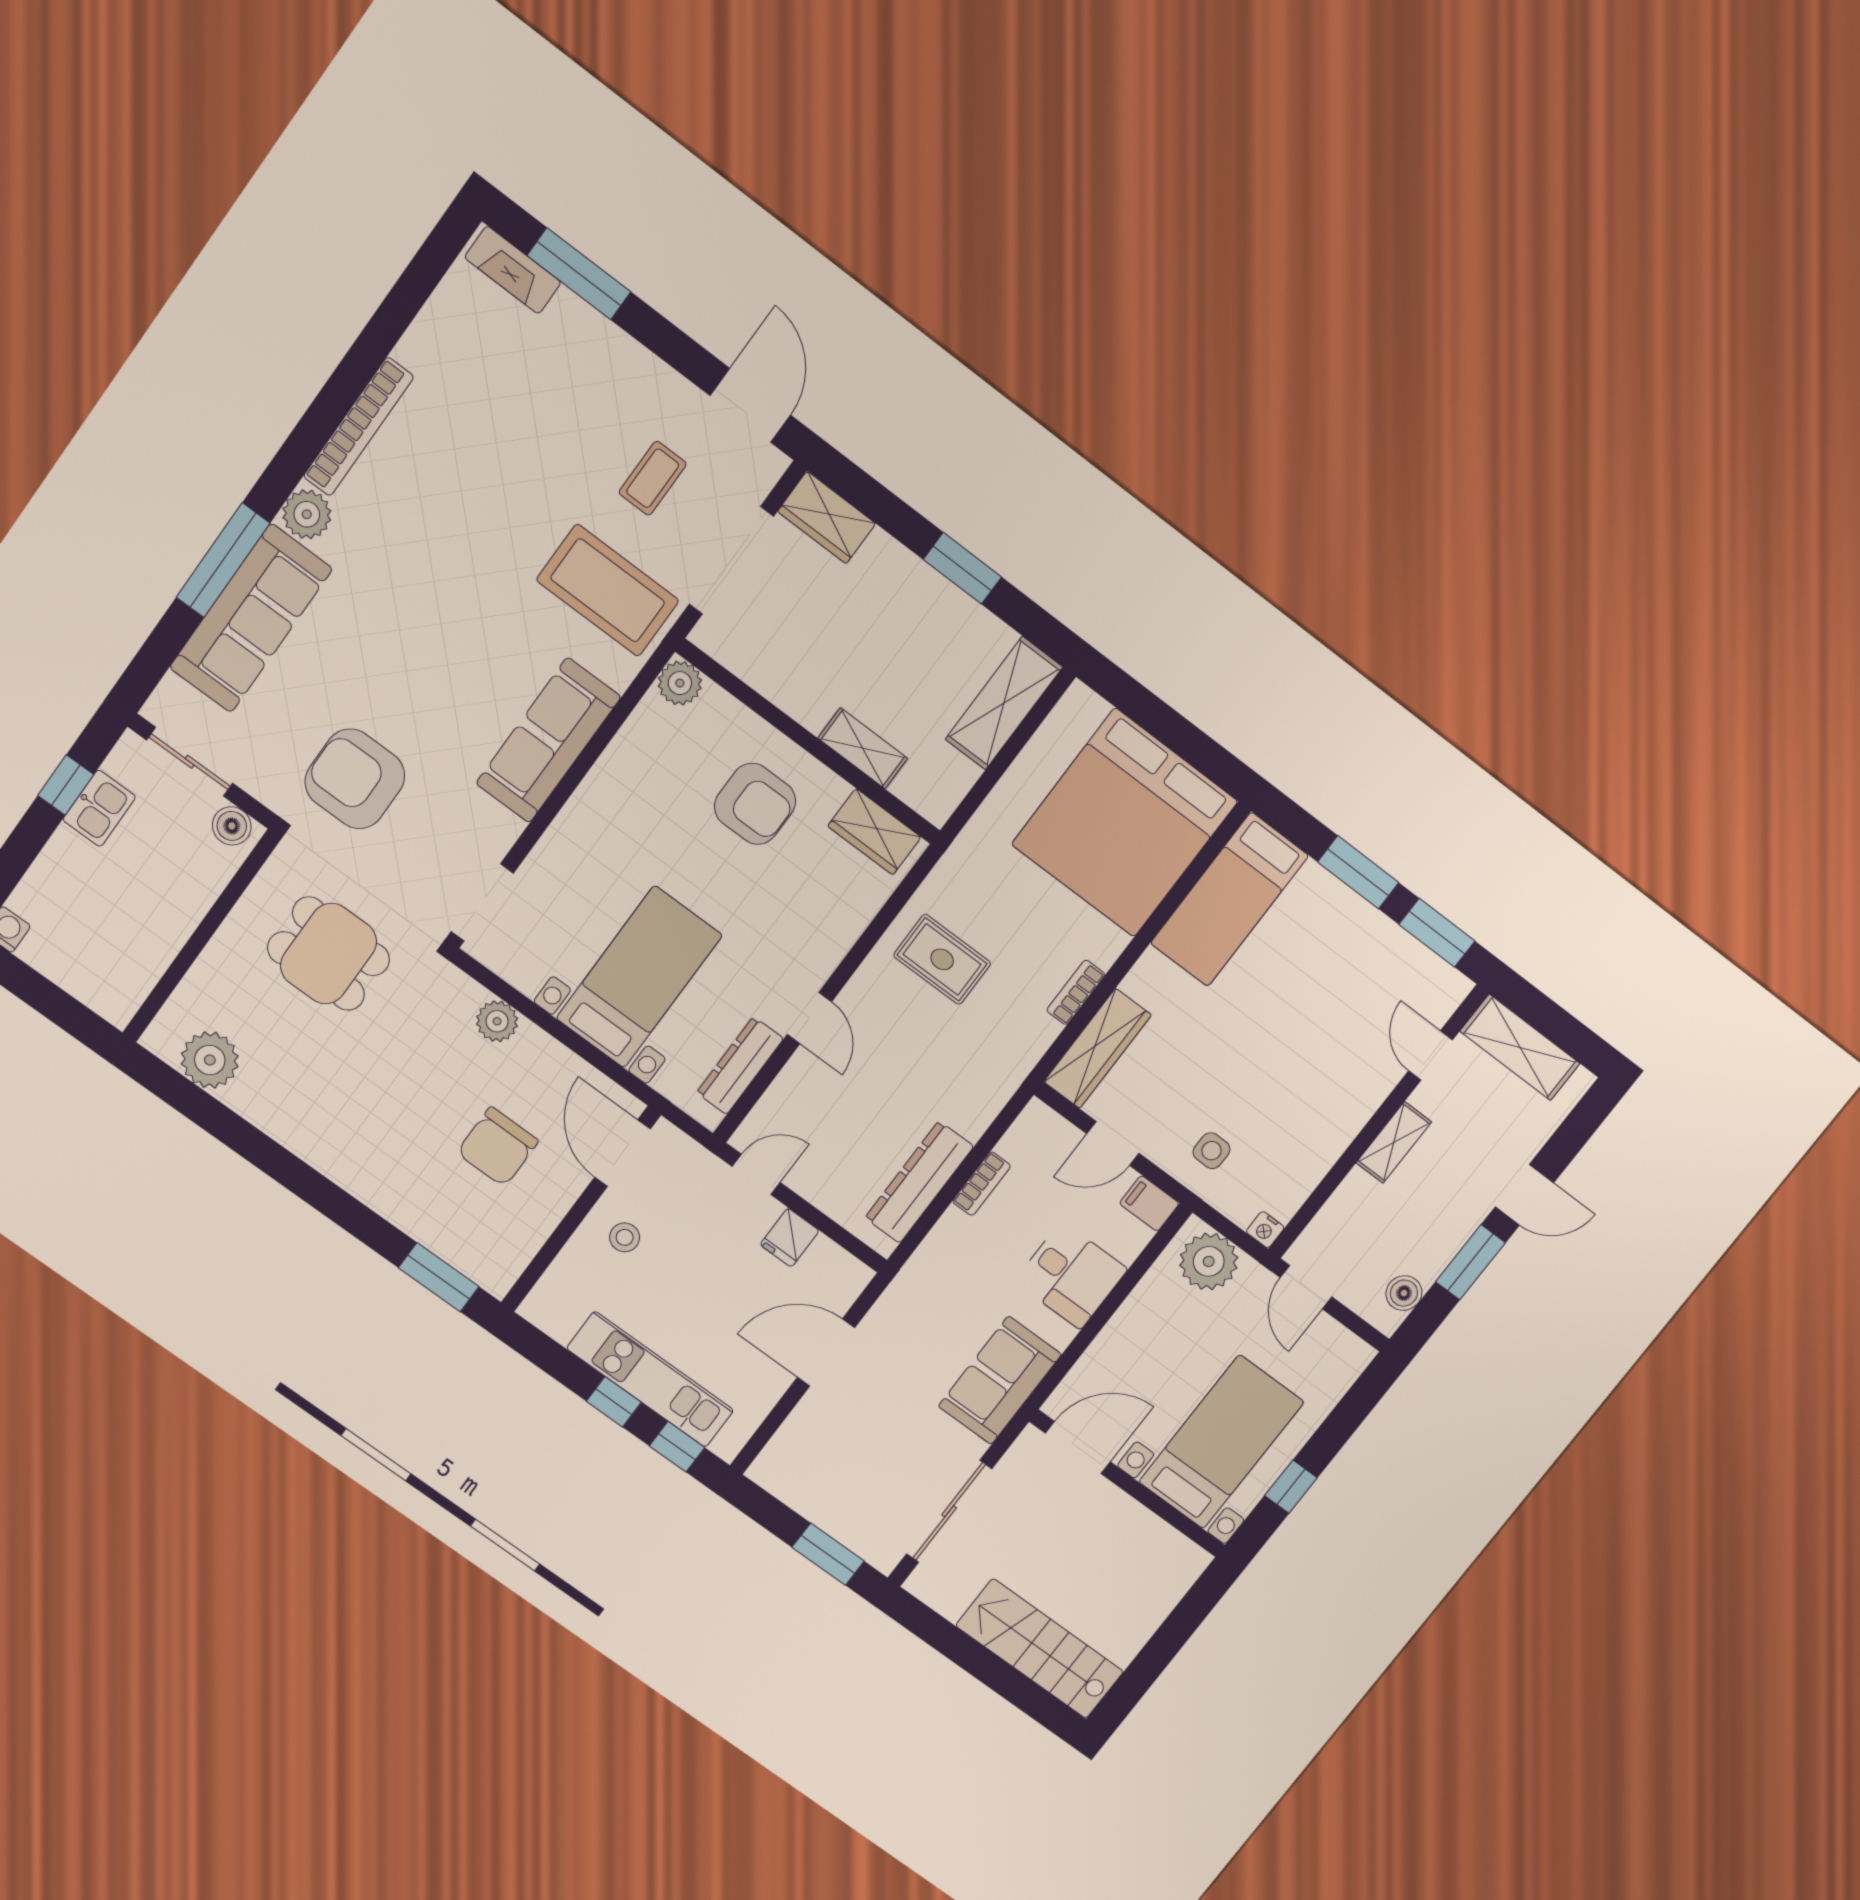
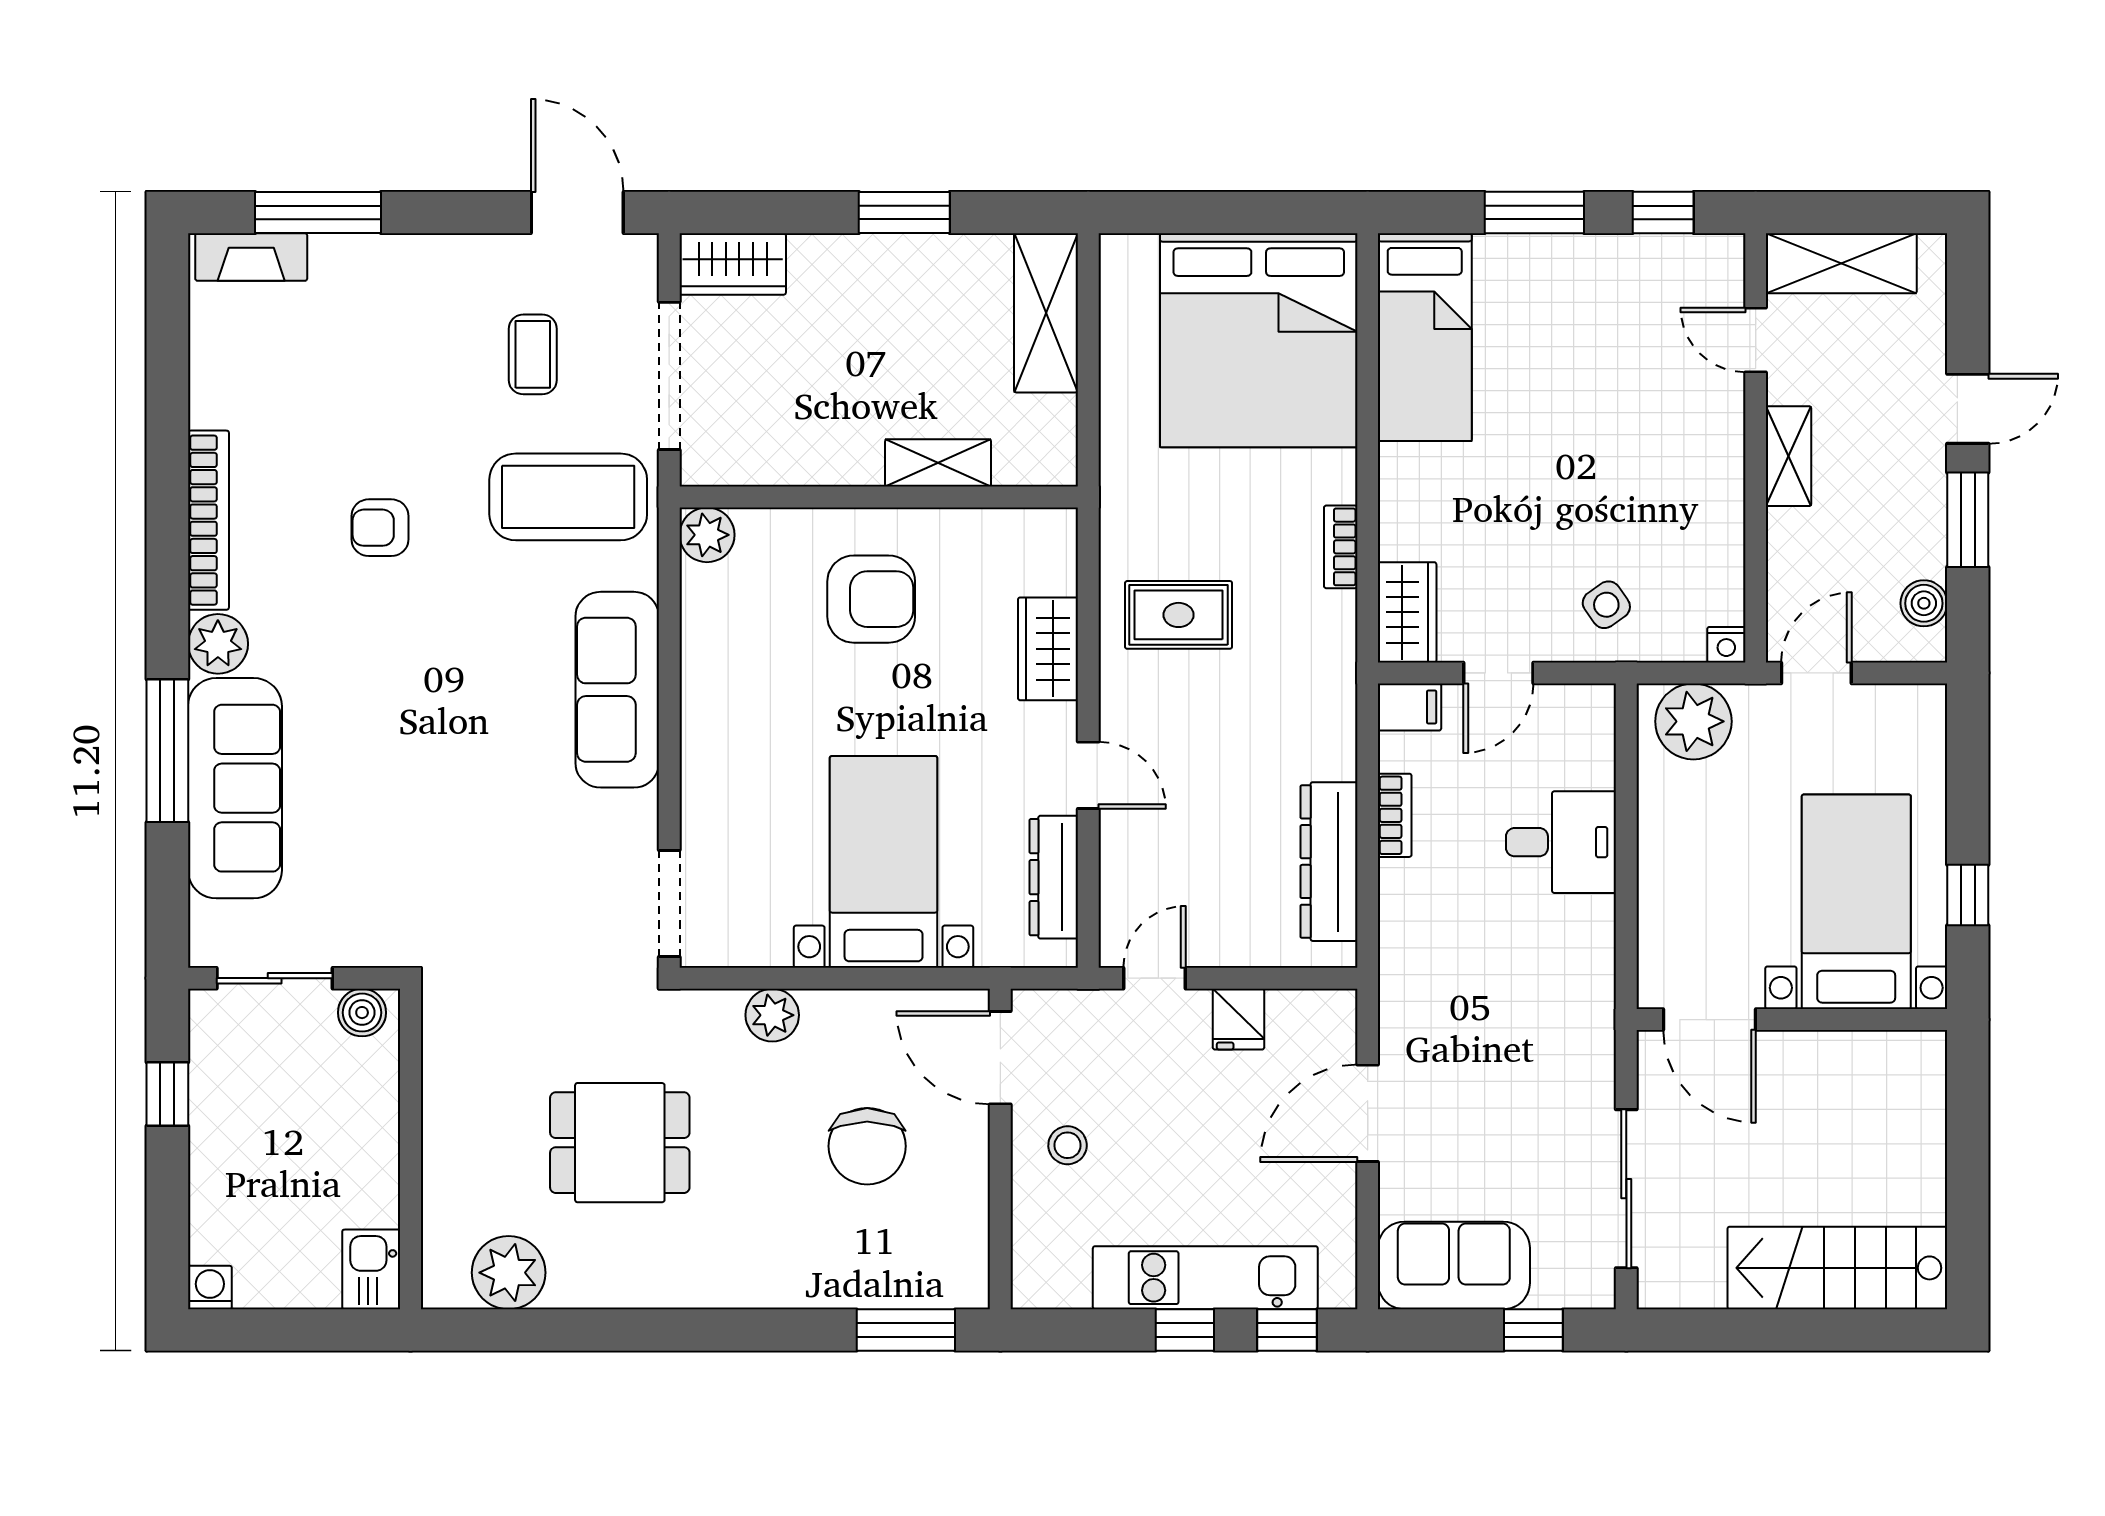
armchair: (355, 779) -> (380, 528), moved, width x0.53, depth x0.53
kitchen sink: (99, 808) -> (371, 1269), moved, turned 180
wardrobe: (874, 832) -> (1048, 649), moved, turned 90
window: (1437, 933) -> (1663, 213), width x0.67
dining table: (328, 954) -> (620, 1143), moved
wardrobe: (1098, 1048) -> (1407, 612), width x0.67
side table: (1212, 1151) -> (1606, 605), turned -35
filing cabinet: (1149, 1203) -> (1410, 707), moved, turned 180
door: (1306, 1287) -> (1816, 673), swing flipped
sofa: (1000, 1380) -> (1454, 1265), moved, turned 90
door: (1078, 1448) -> (1709, 1020), swing flipped
window: (828, 1554) -> (1533, 1330), width x0.67

